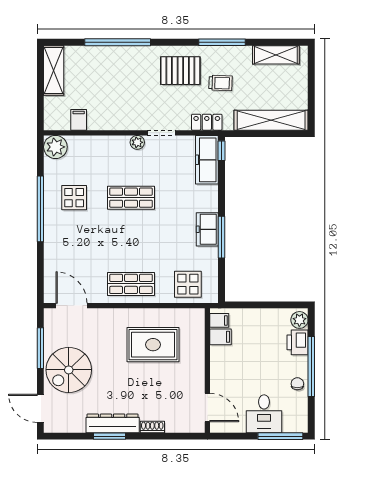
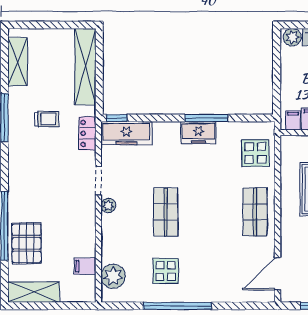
pallet: (180, 71) -> (27, 243), moved
trolley: (221, 83) -> (47, 119), turned 88
plant: (55, 147) -> (113, 276), moved

